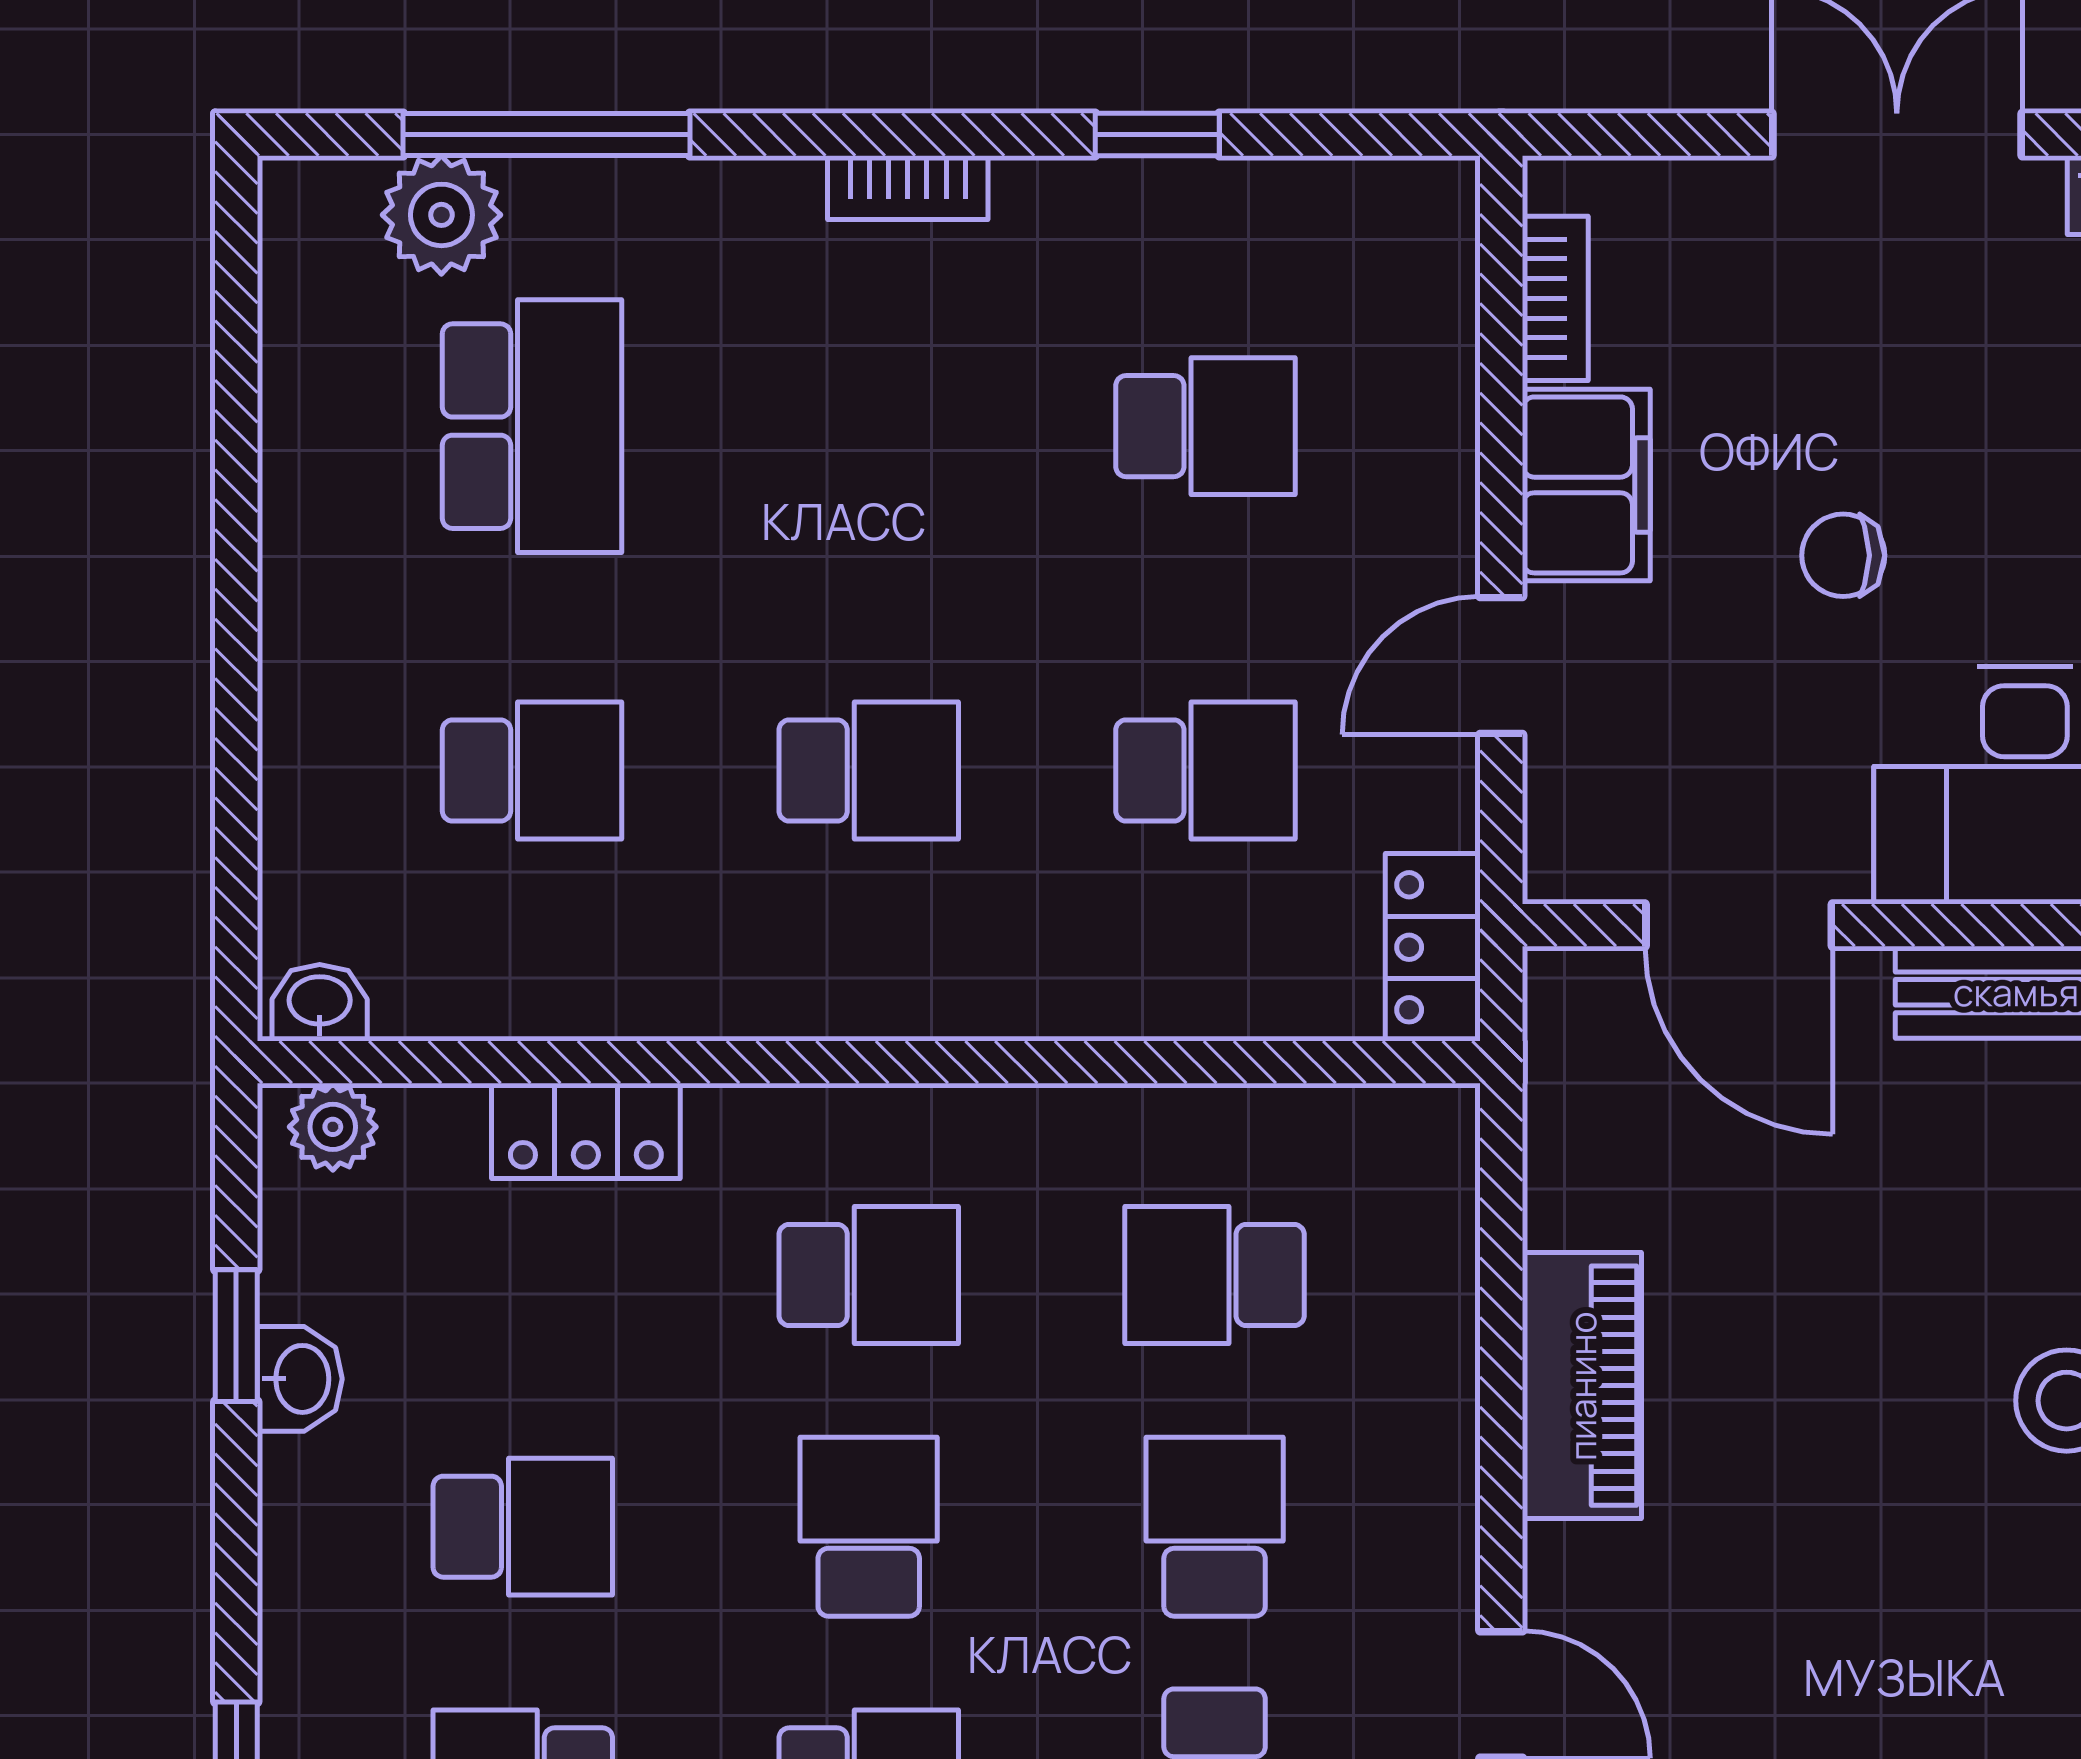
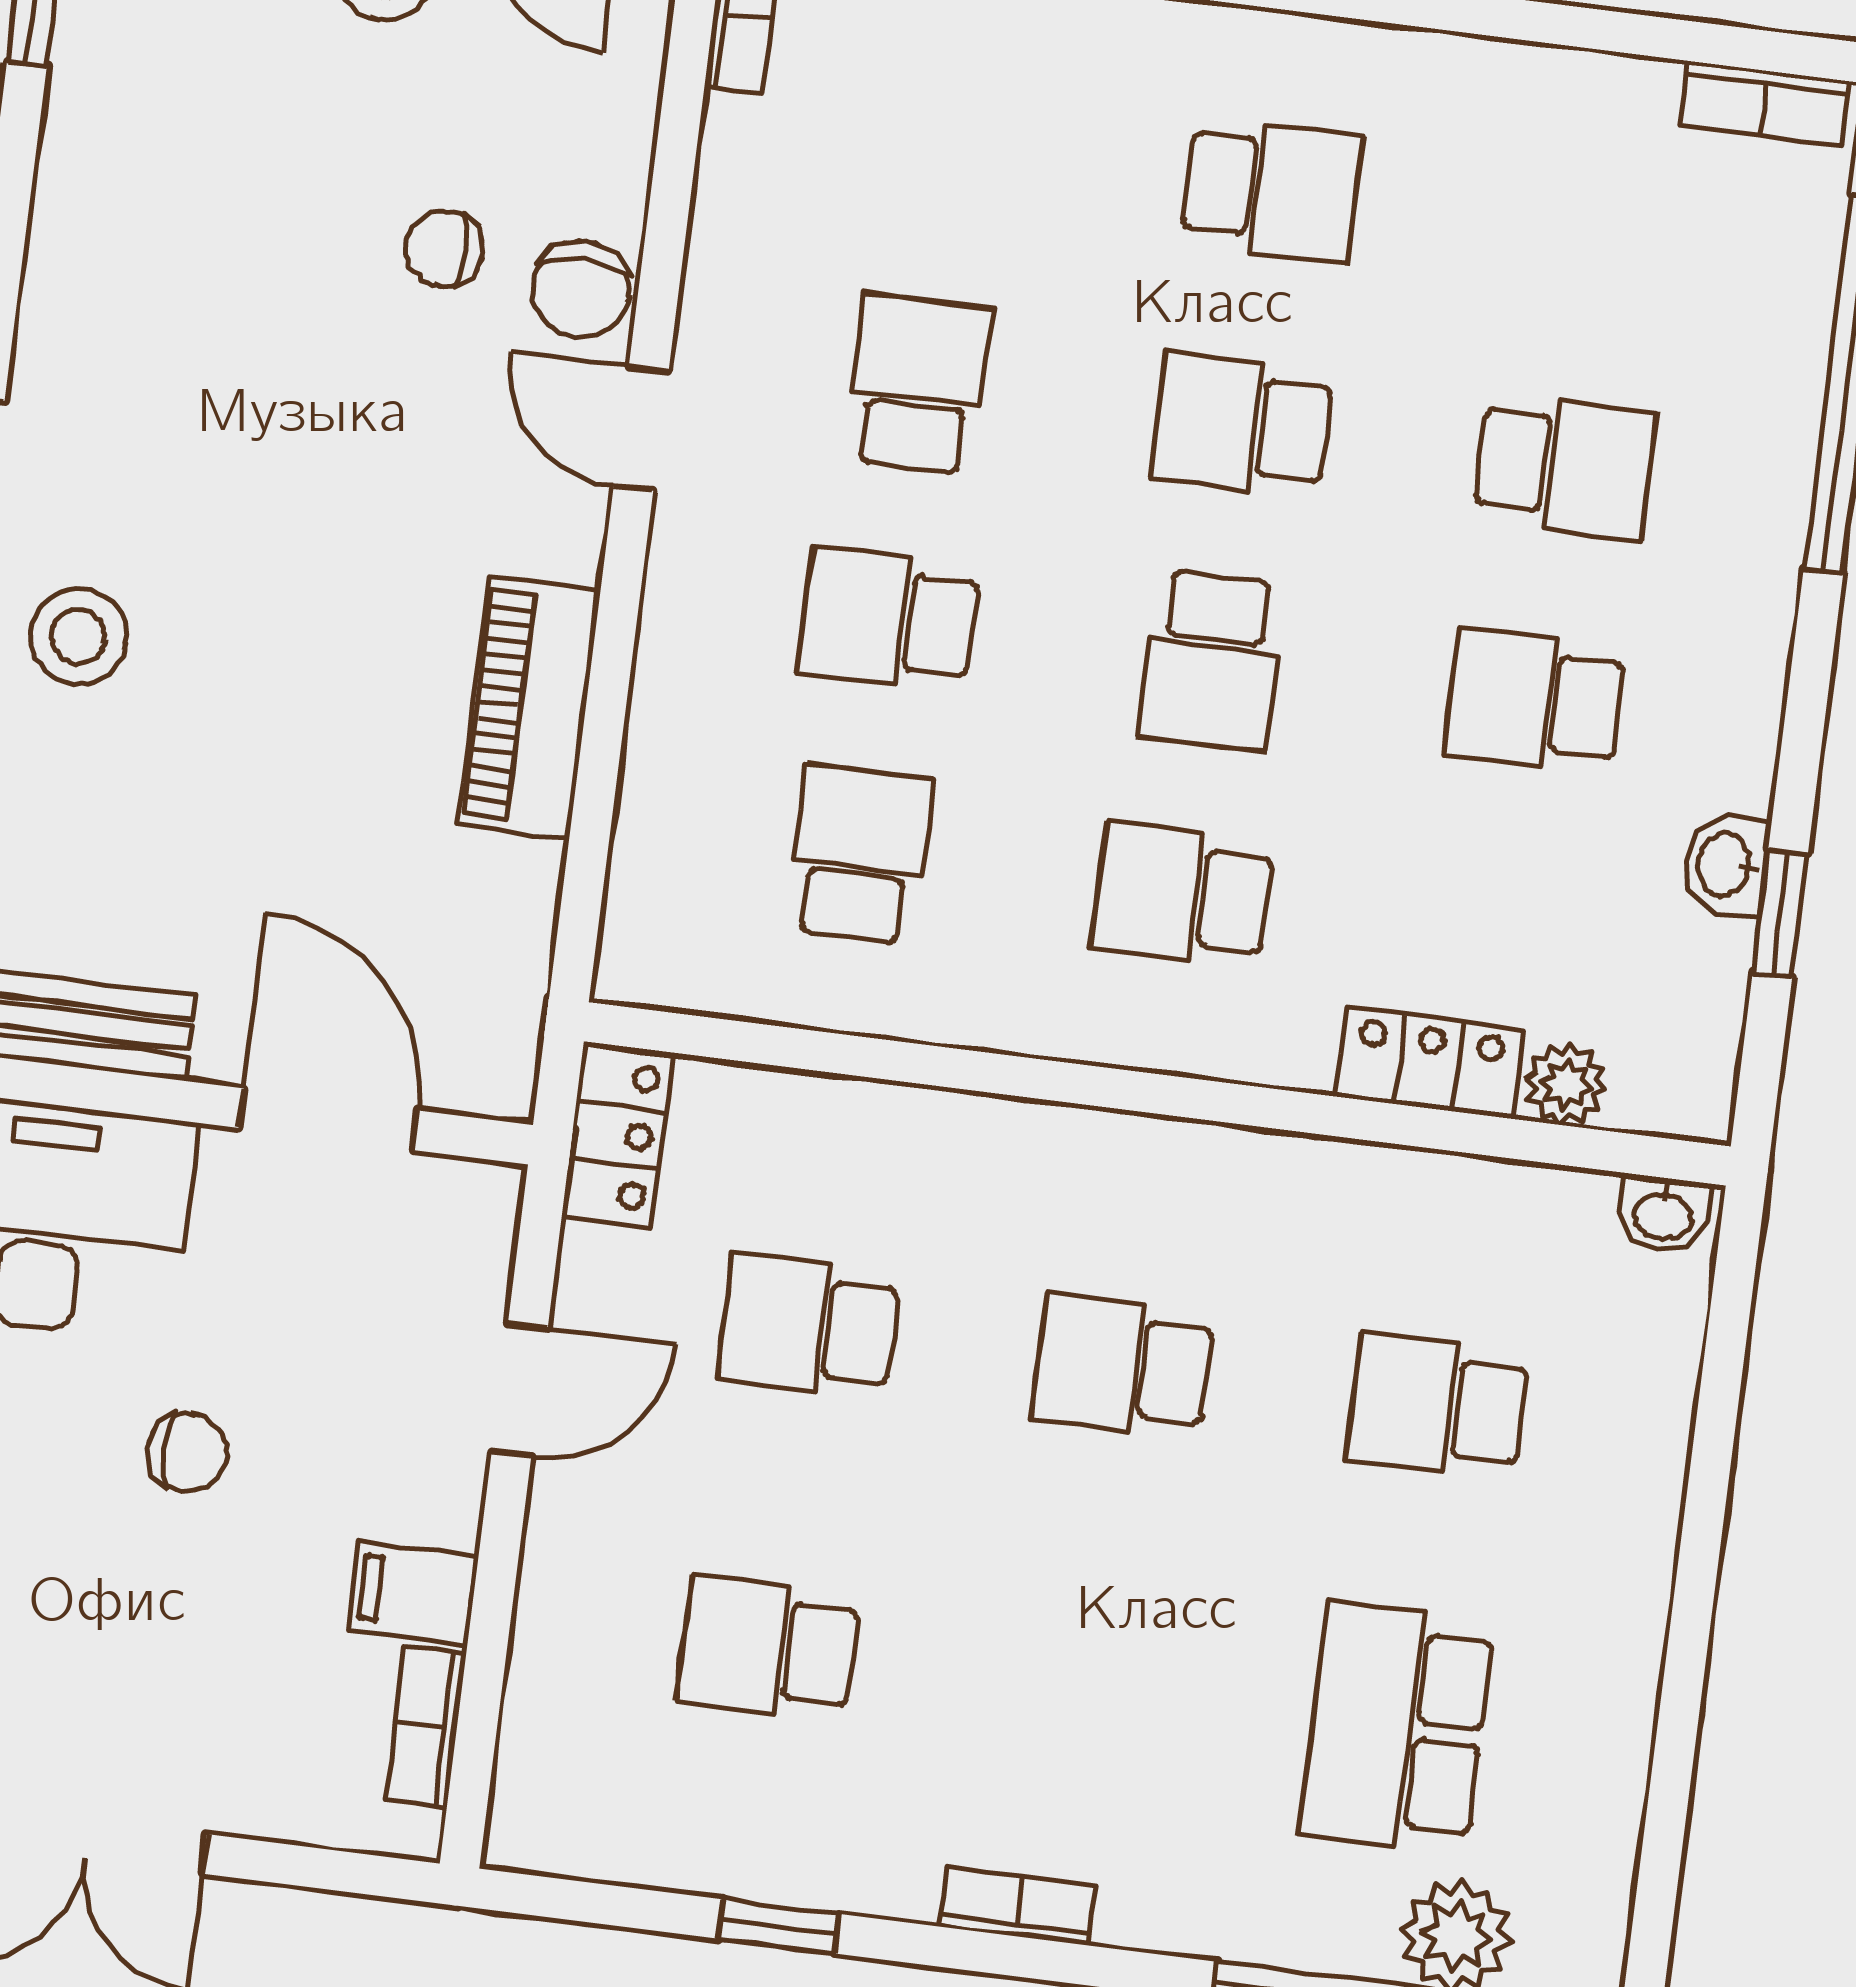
filing cabinet: (1586, 485) -> (413, 1593), width x0.50
plant: (333, 1127) -> (1566, 1084), moved
school desk: (1215, 1275) -> (859, 854), turned -90
school desk: (1215, 1527) -> (889, 619), turned 90

